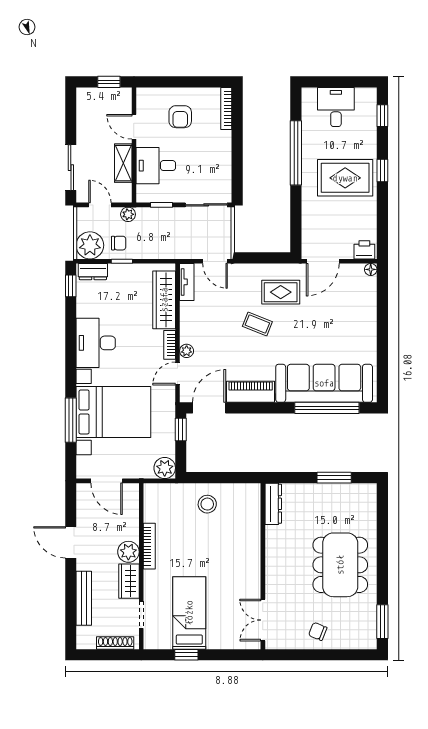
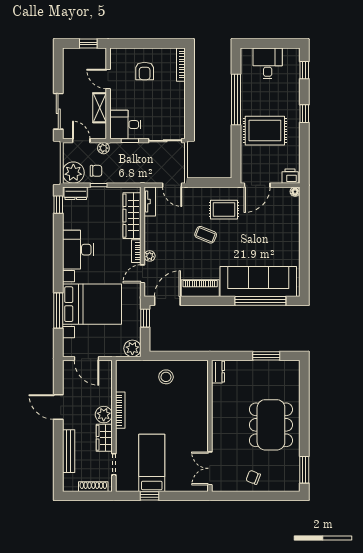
desk: (156, 166) -> (125, 125), moved
rug: (345, 178) -> (265, 131), moved
dresser: (273, 504) -> (218, 372), width x0.70

